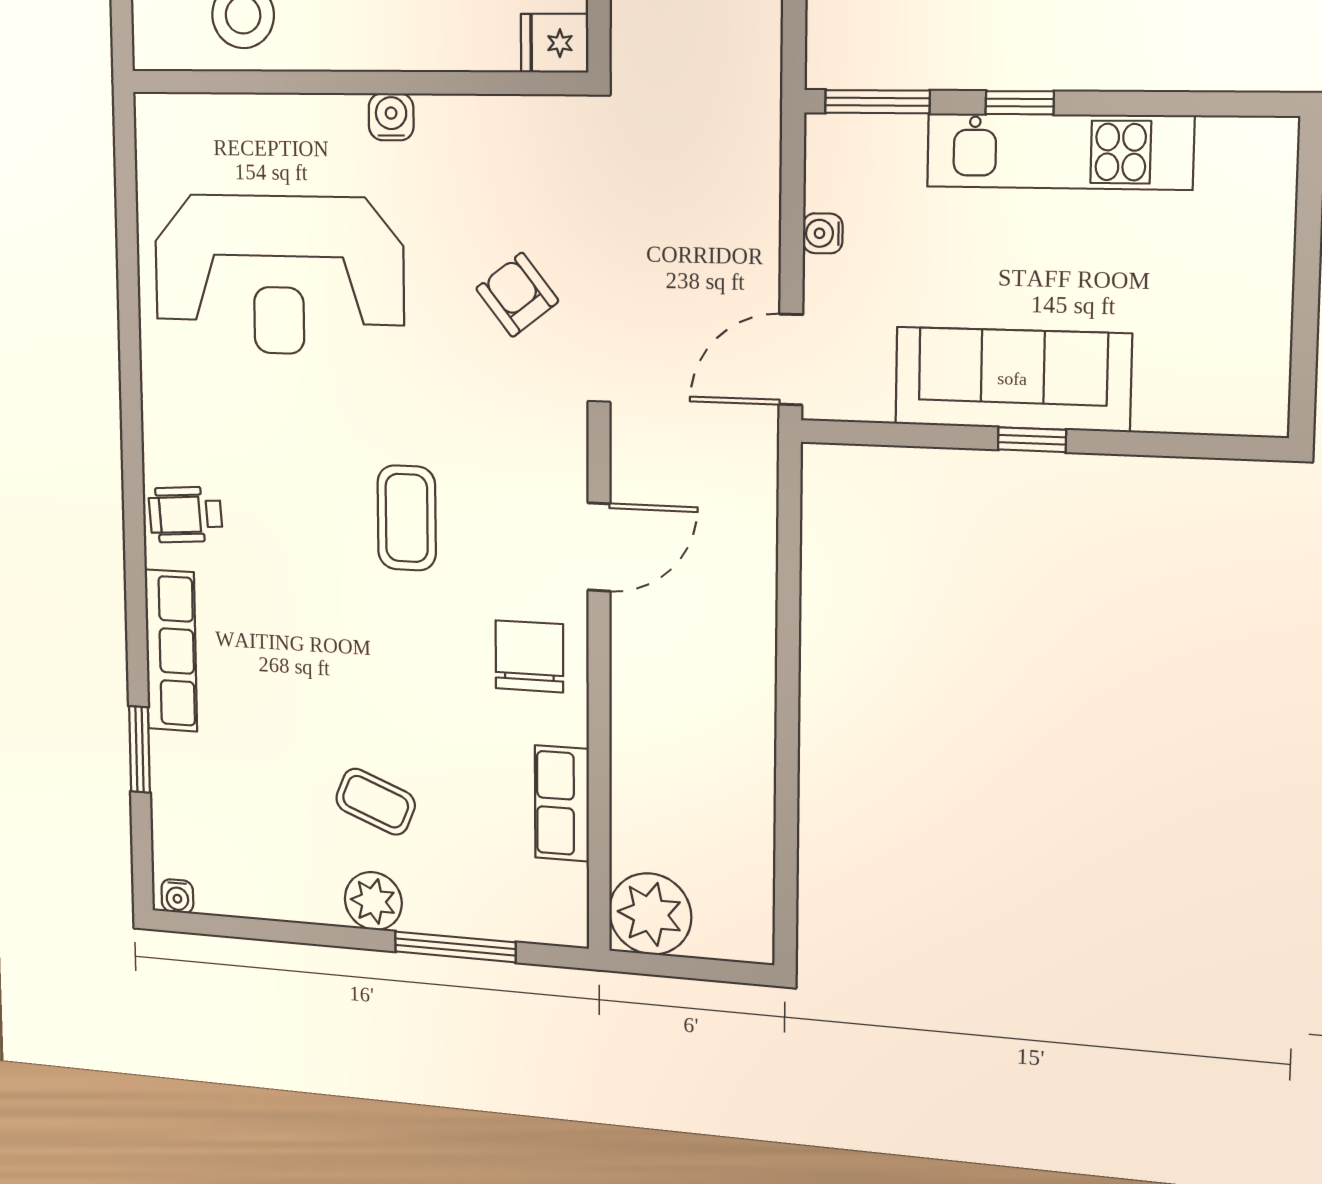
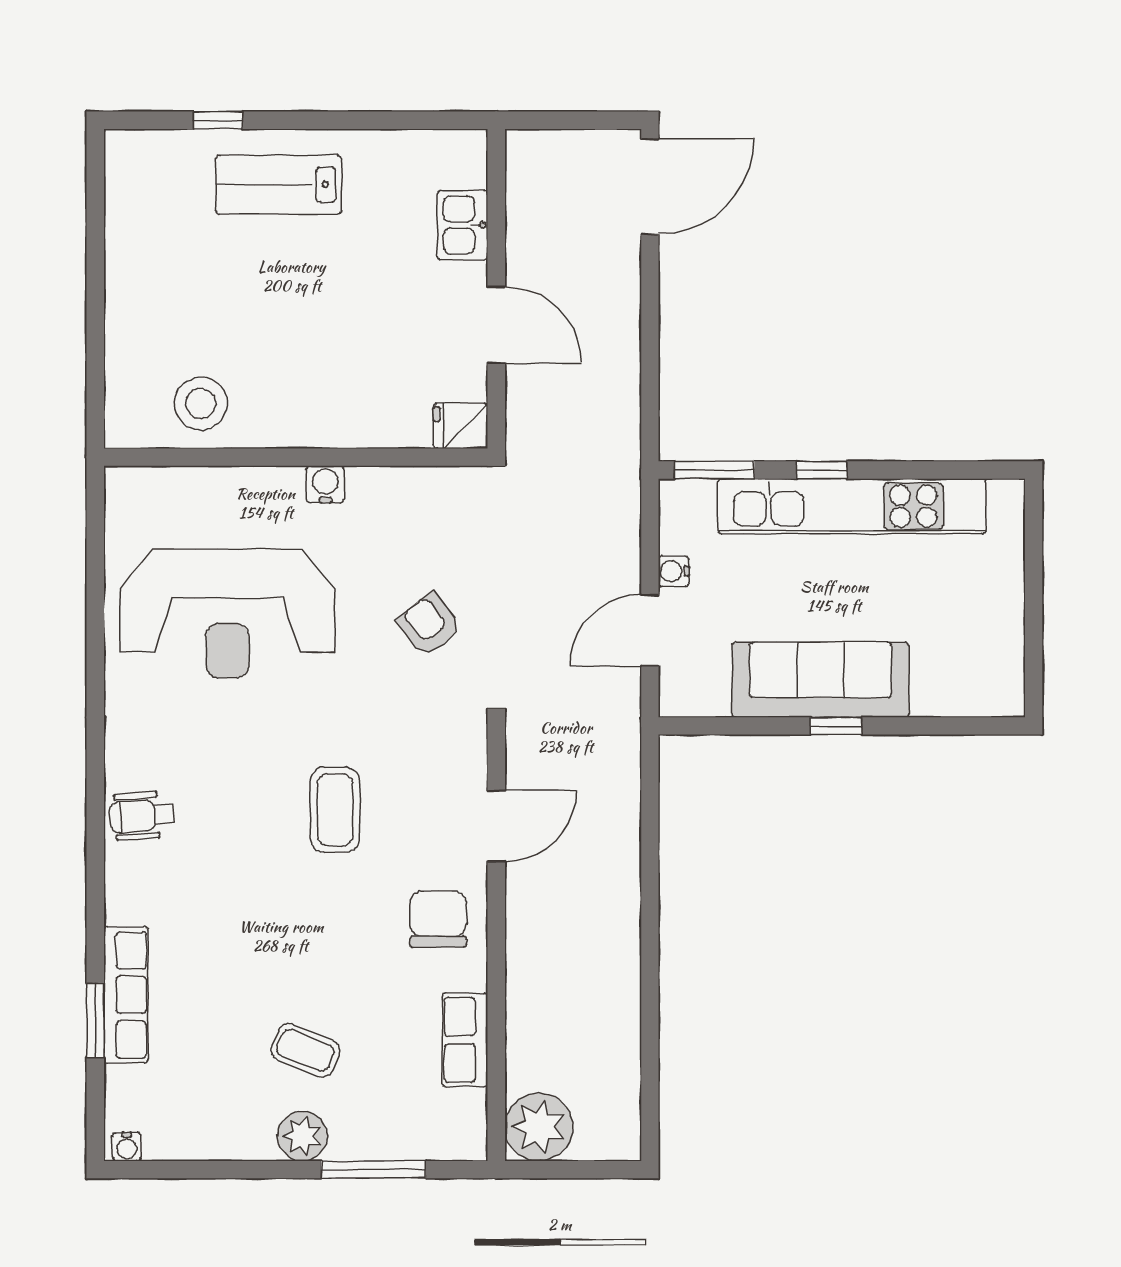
kitchen unit: (1059, 151) -> (852, 506), width x1.36
door: (791, 360) -> (650, 630), moved
row of seats: (171, 651) -> (126, 995), moved

